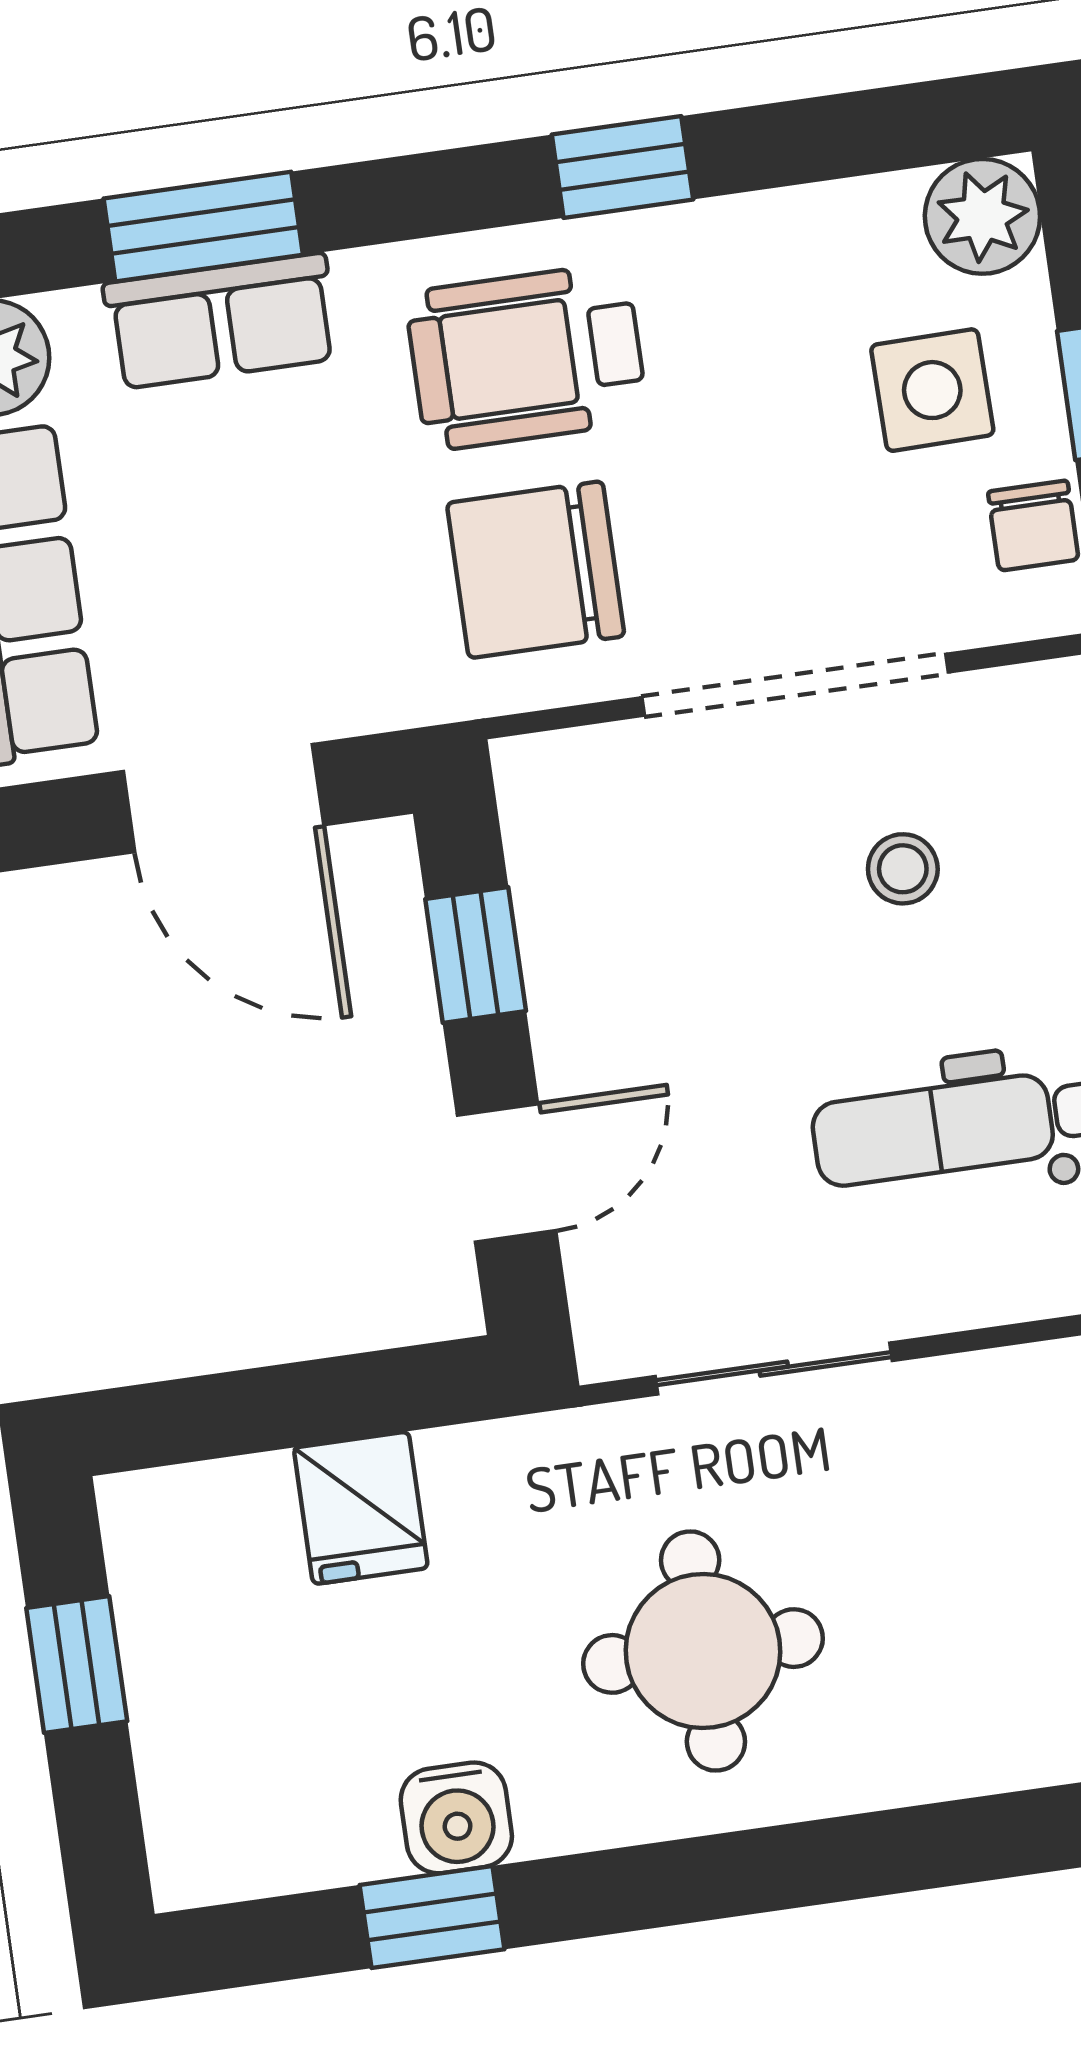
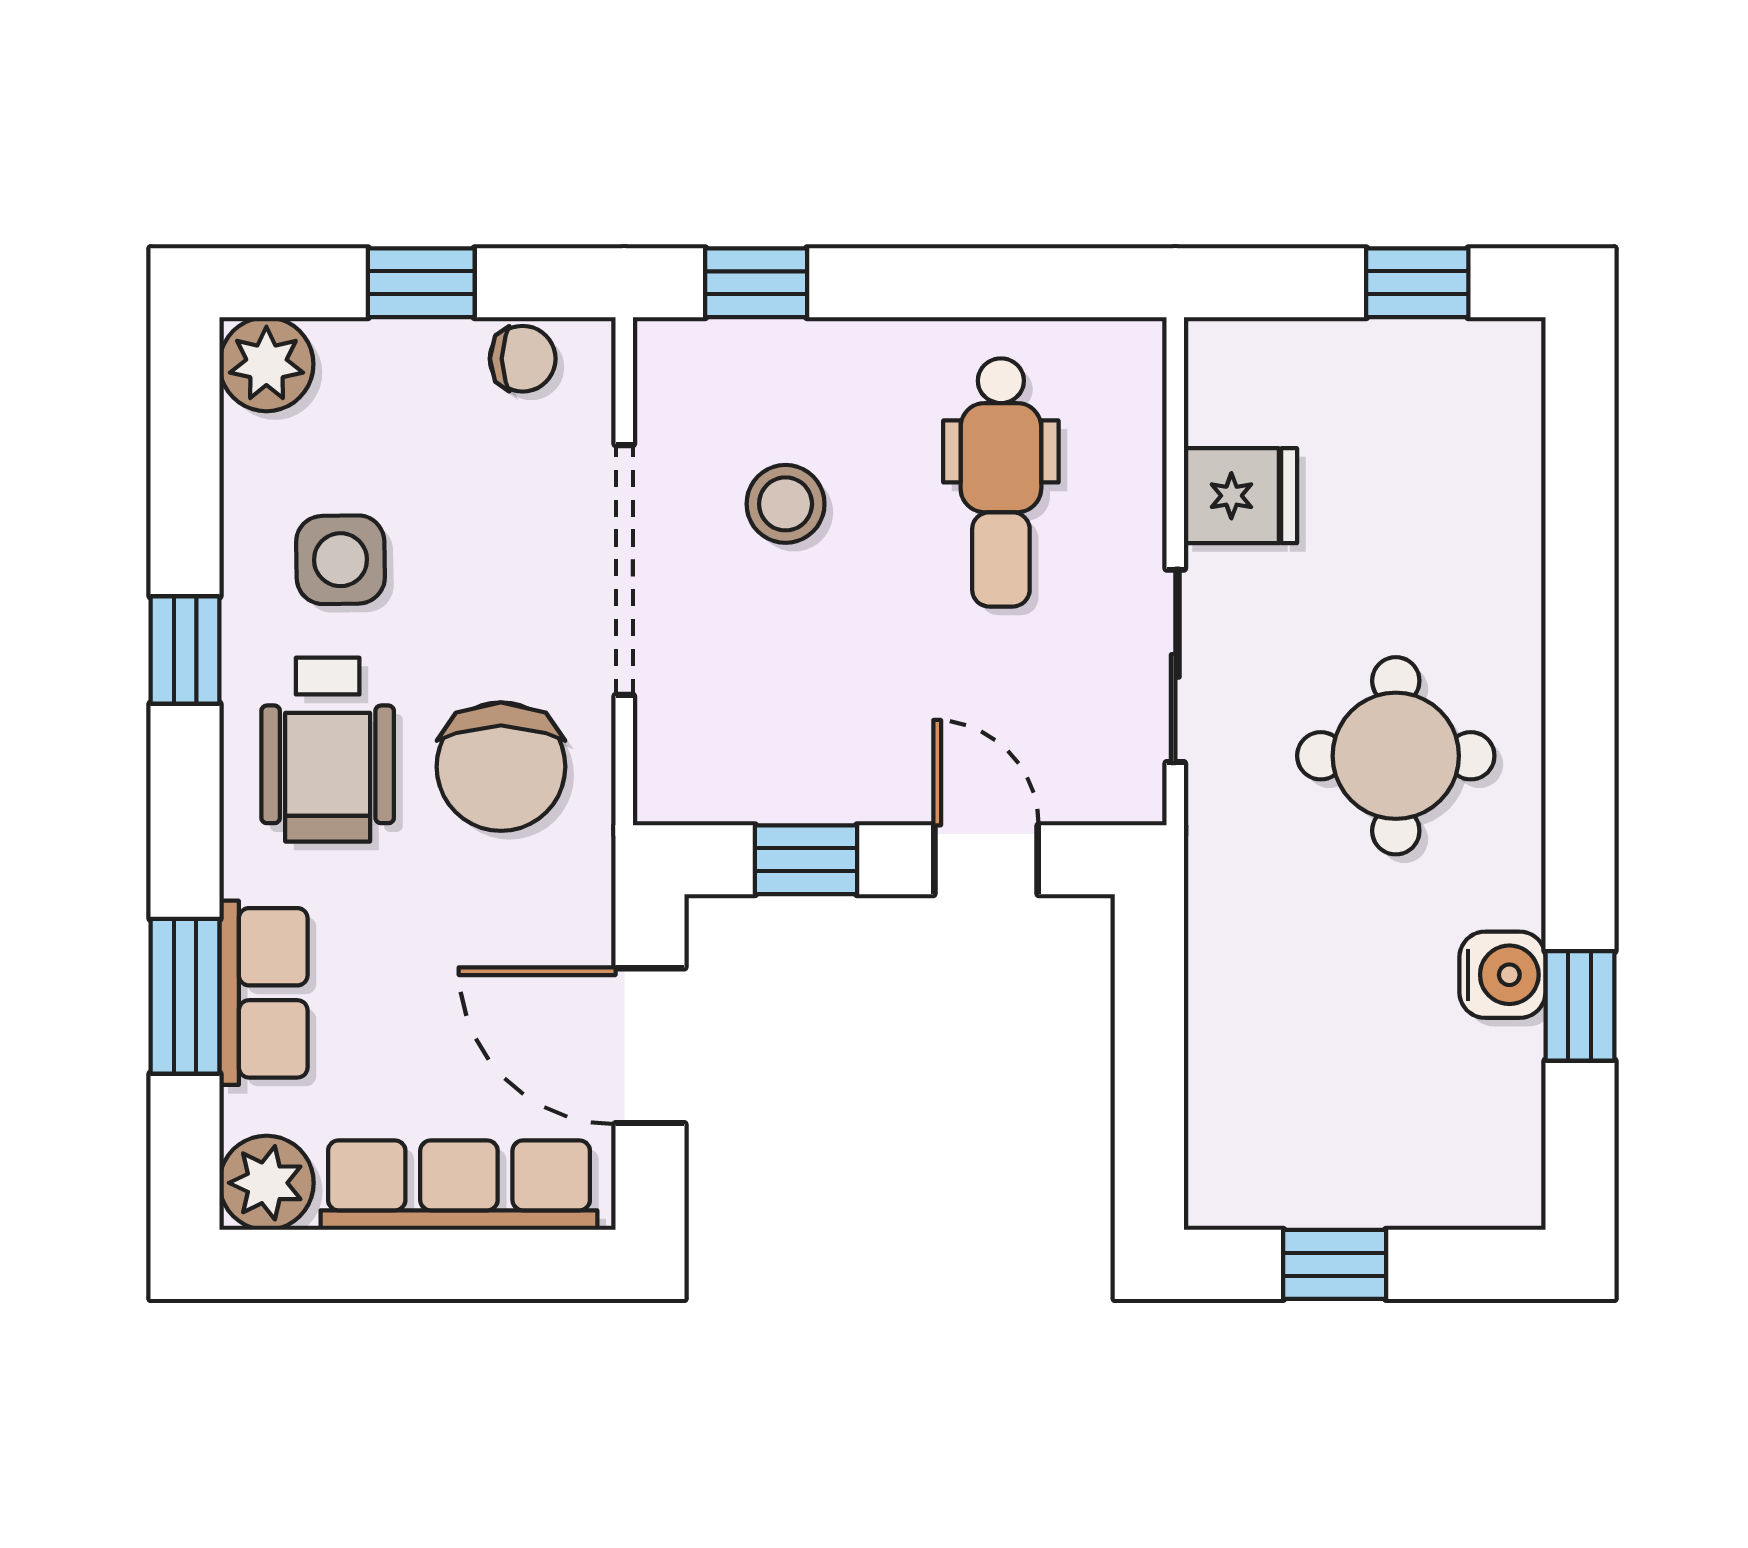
side table: (932, 390) -> (340, 560), moved
door: (223, 798) -> (650, 1046), swing flipped
stool: (903, 869) -> (786, 504), width x1.37, depth x1.37
fridge: (361, 1508) -> (1240, 496), moved

